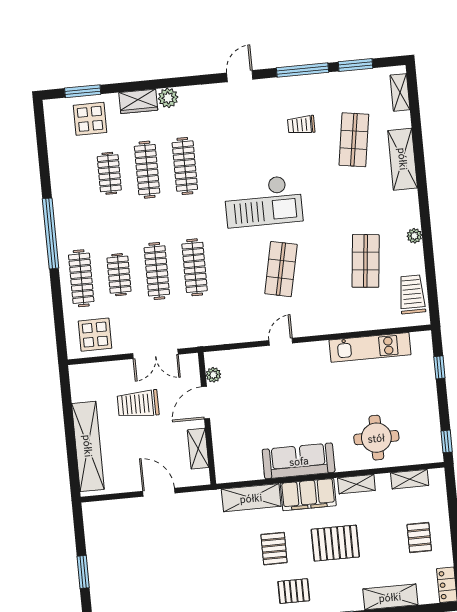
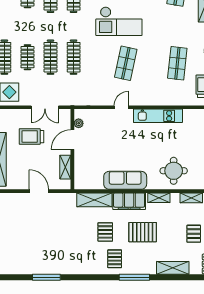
kitchen unit: (370, 347) -> (158, 116), moved
pallet: (294, 591) -> (115, 259), turned 90

